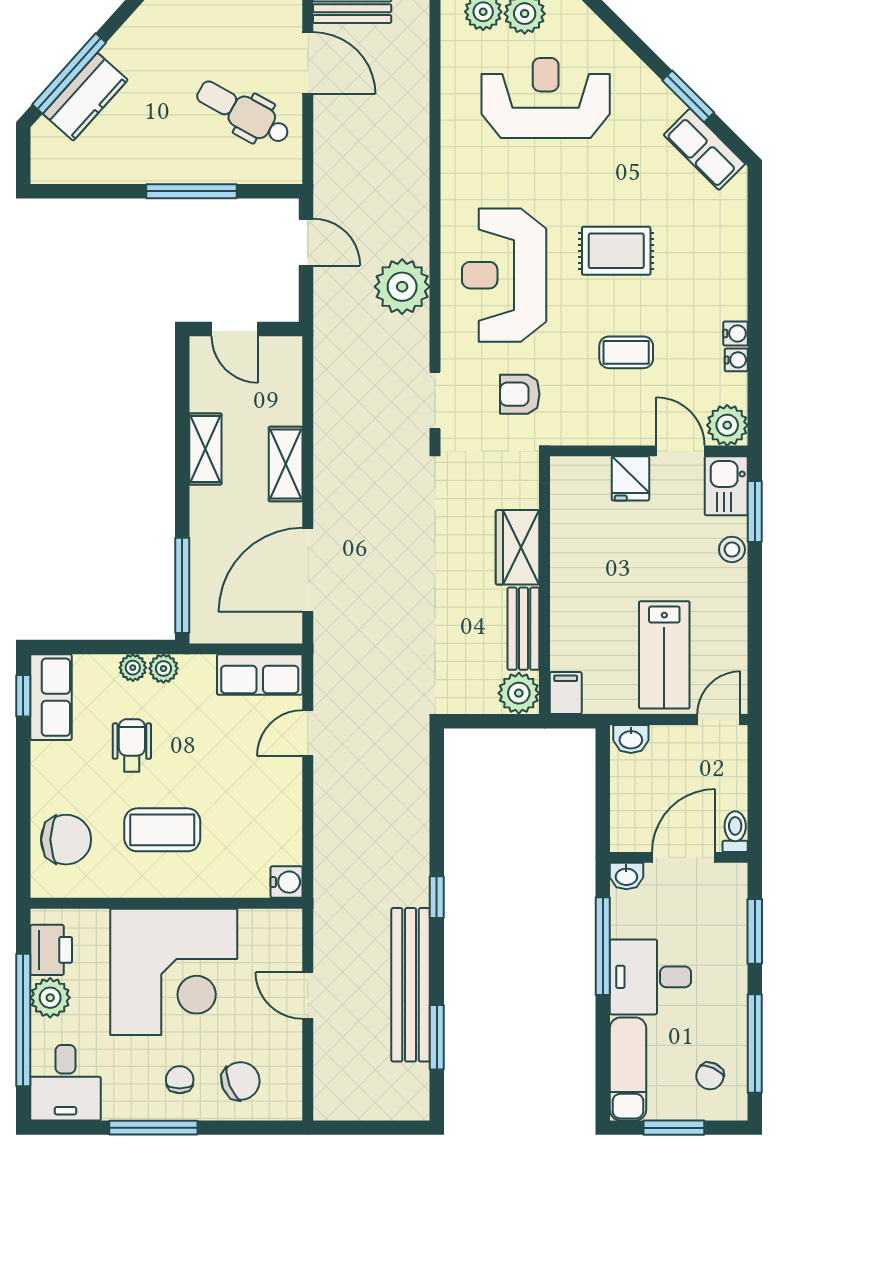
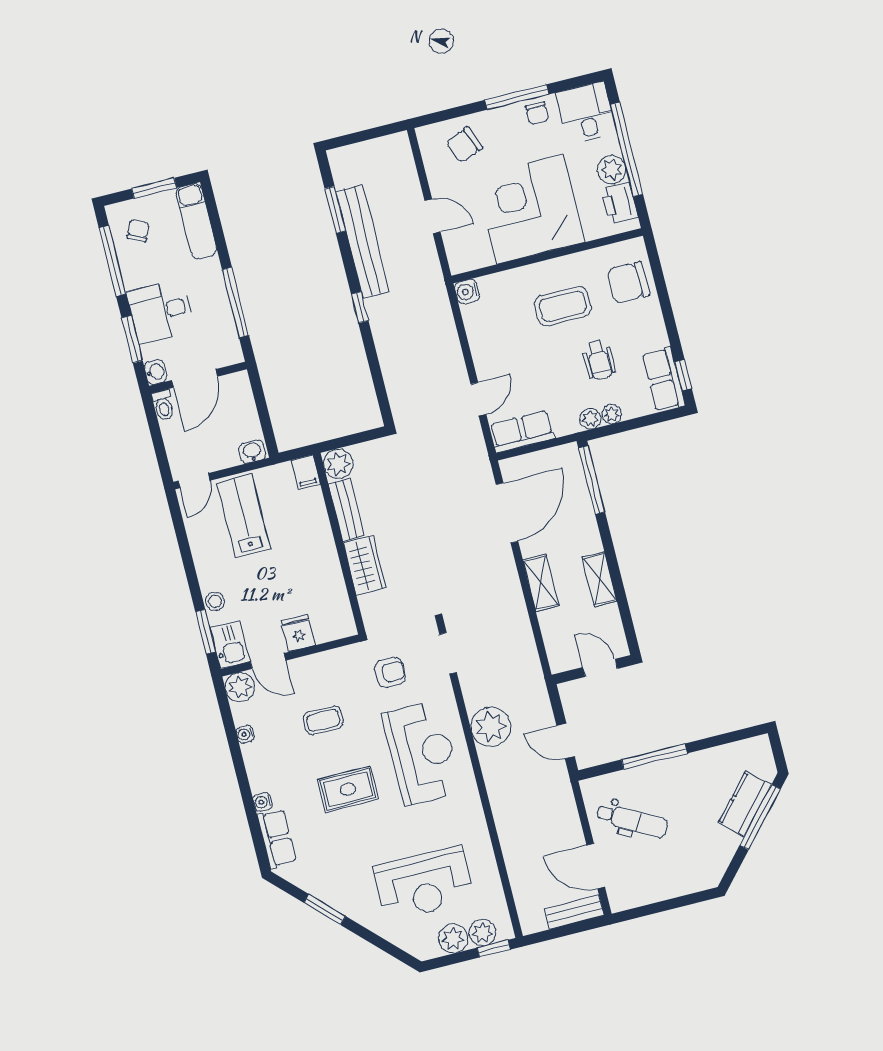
row of seats: (704, 149) -> (277, 839), moved, turned 45
water cooler: (736, 333) -> (263, 802), moved
washbasin: (626, 876) -> (156, 372), moved, turned 90
desk: (650, 977) -> (160, 311), moved, turned 180
chair: (180, 1080) -> (537, 113), moved

